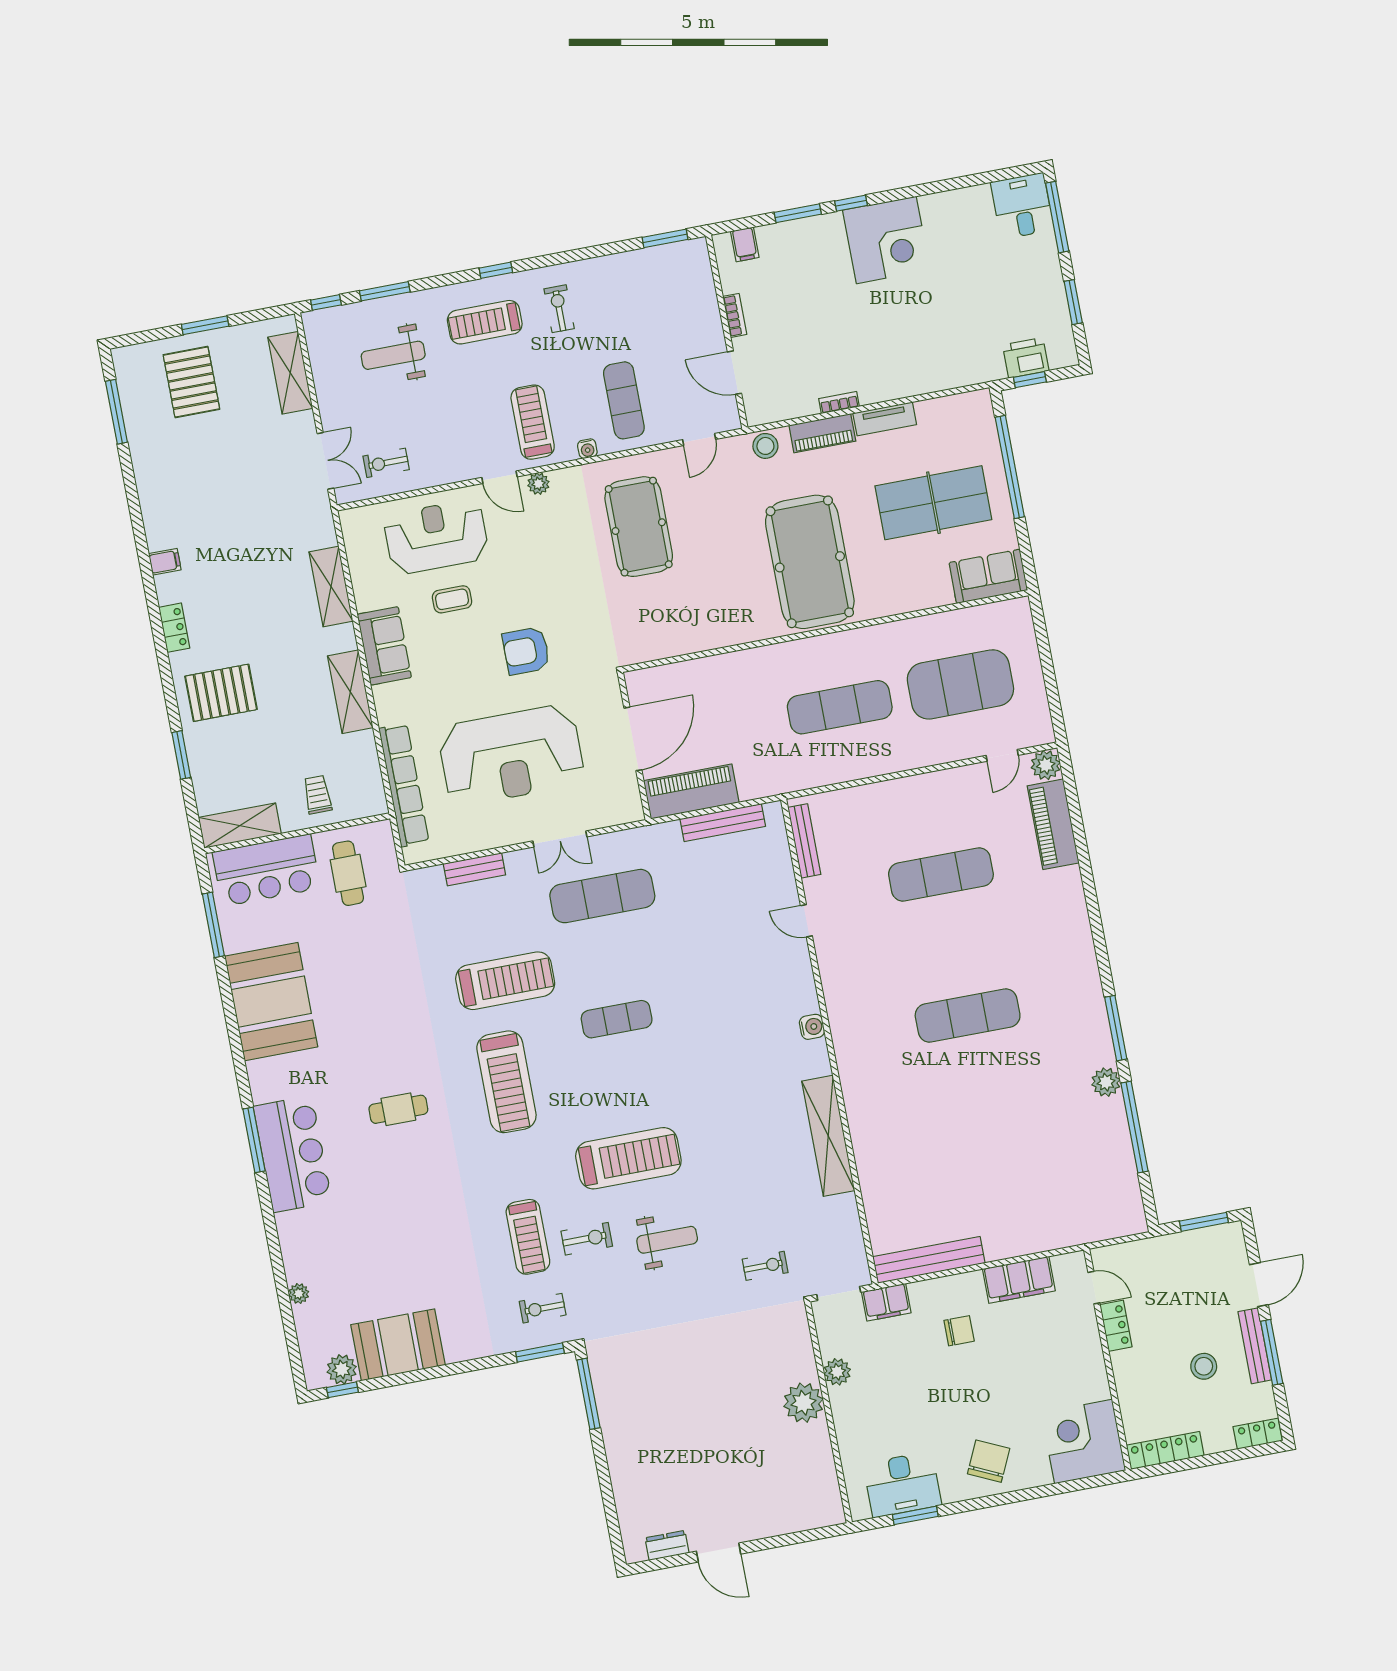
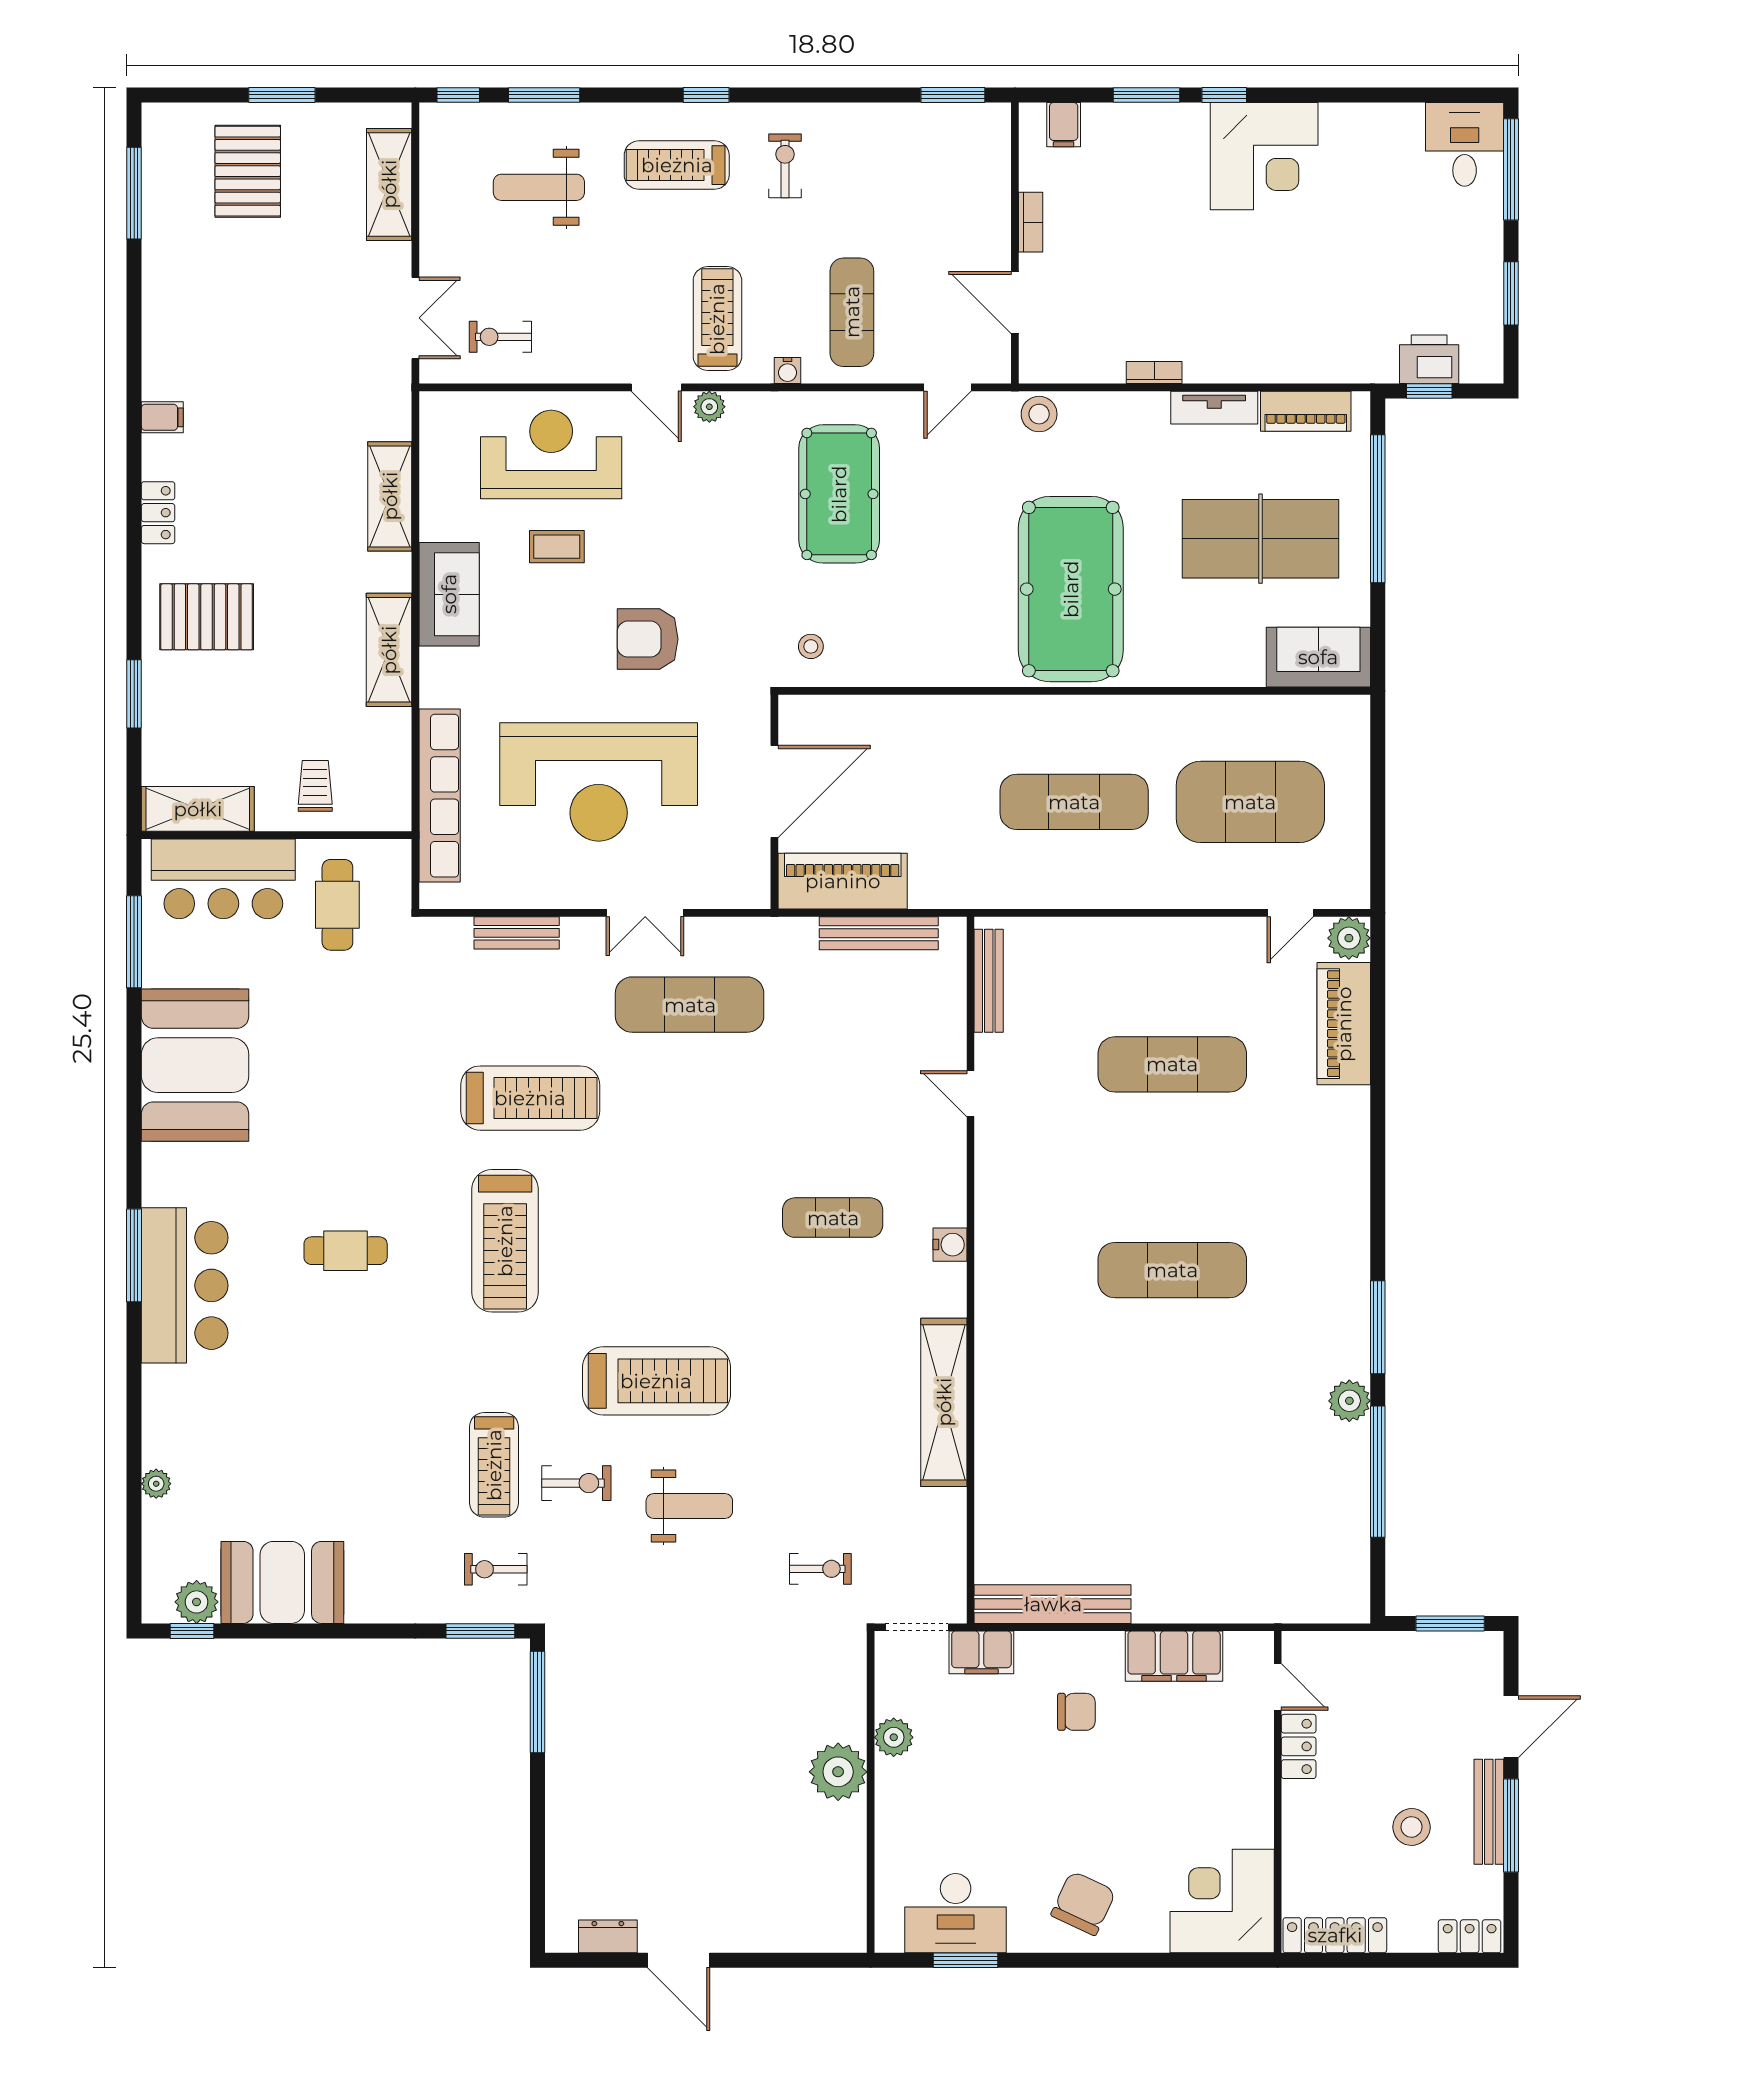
piano: (822, 433) -> (1306, 411), moved
stool: (639, 635) -> (811, 646), added
exercise mat: (617, 1019) -> (833, 1218), moved

